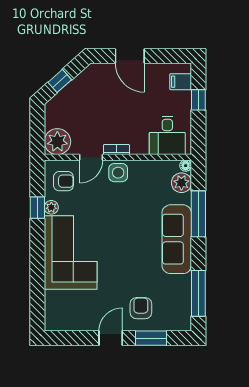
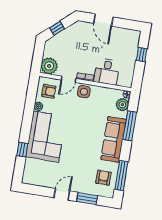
filing cabinet: (181, 82) -> (132, 41), removed
desk: (167, 135) -> (107, 72), moved
window: (37, 208) -> (22, 150), moved
armchair: (141, 308) -> (103, 178), moved

